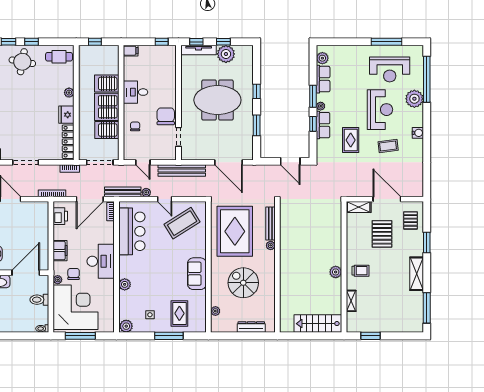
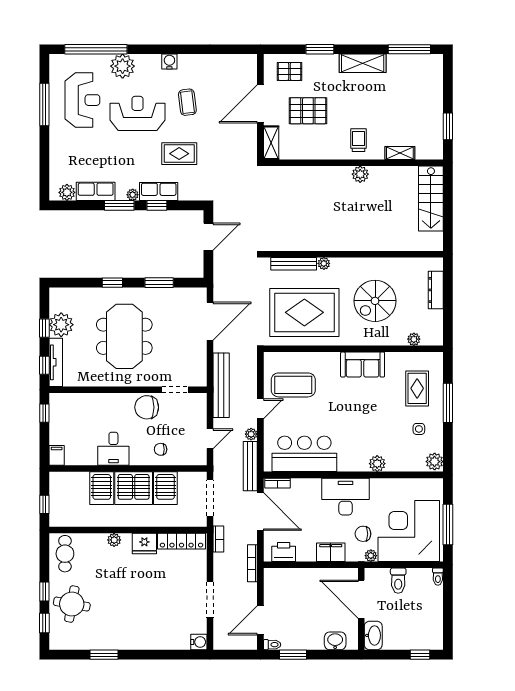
coffee table: (182, 223) -> (293, 385), turned -58
rug: (179, 313) -> (417, 388), turned 90

